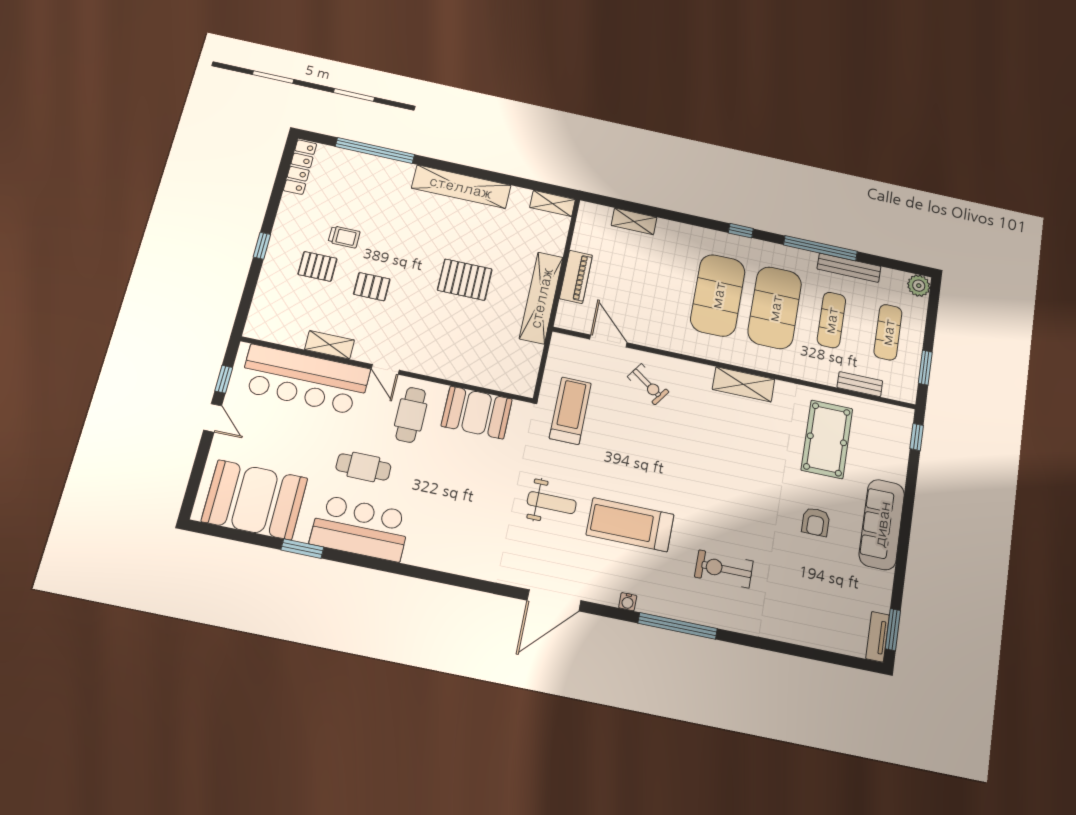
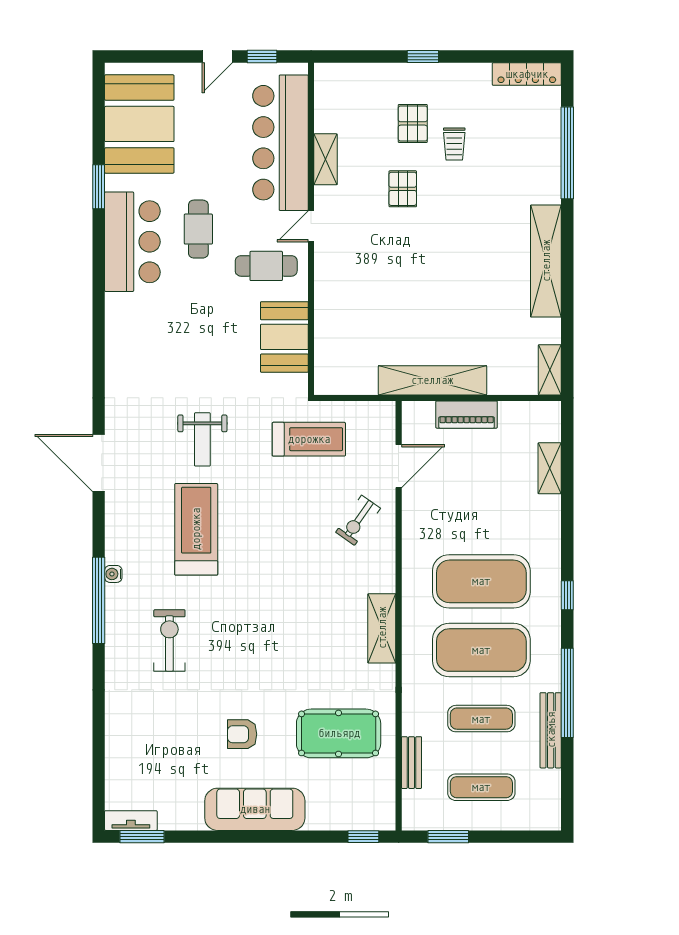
pallet: (465, 280) -> (434, 290), removed
plant: (919, 286) -> (547, 817), removed
water cooler: (628, 602) -> (113, 574), moved

